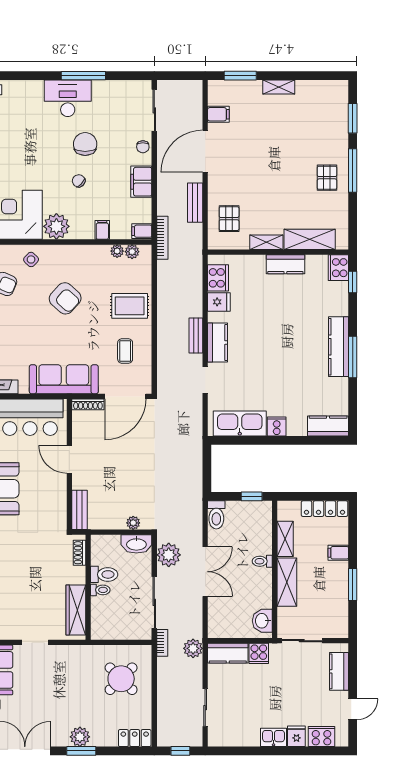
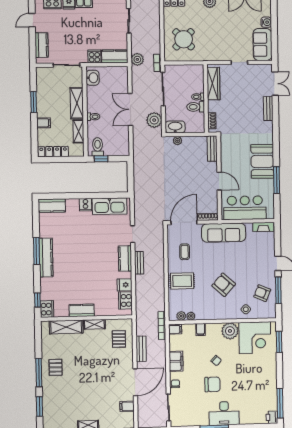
chair: (85, 144) -> (212, 384), turned -90
toilet: (216, 515) -> (98, 147), moved

